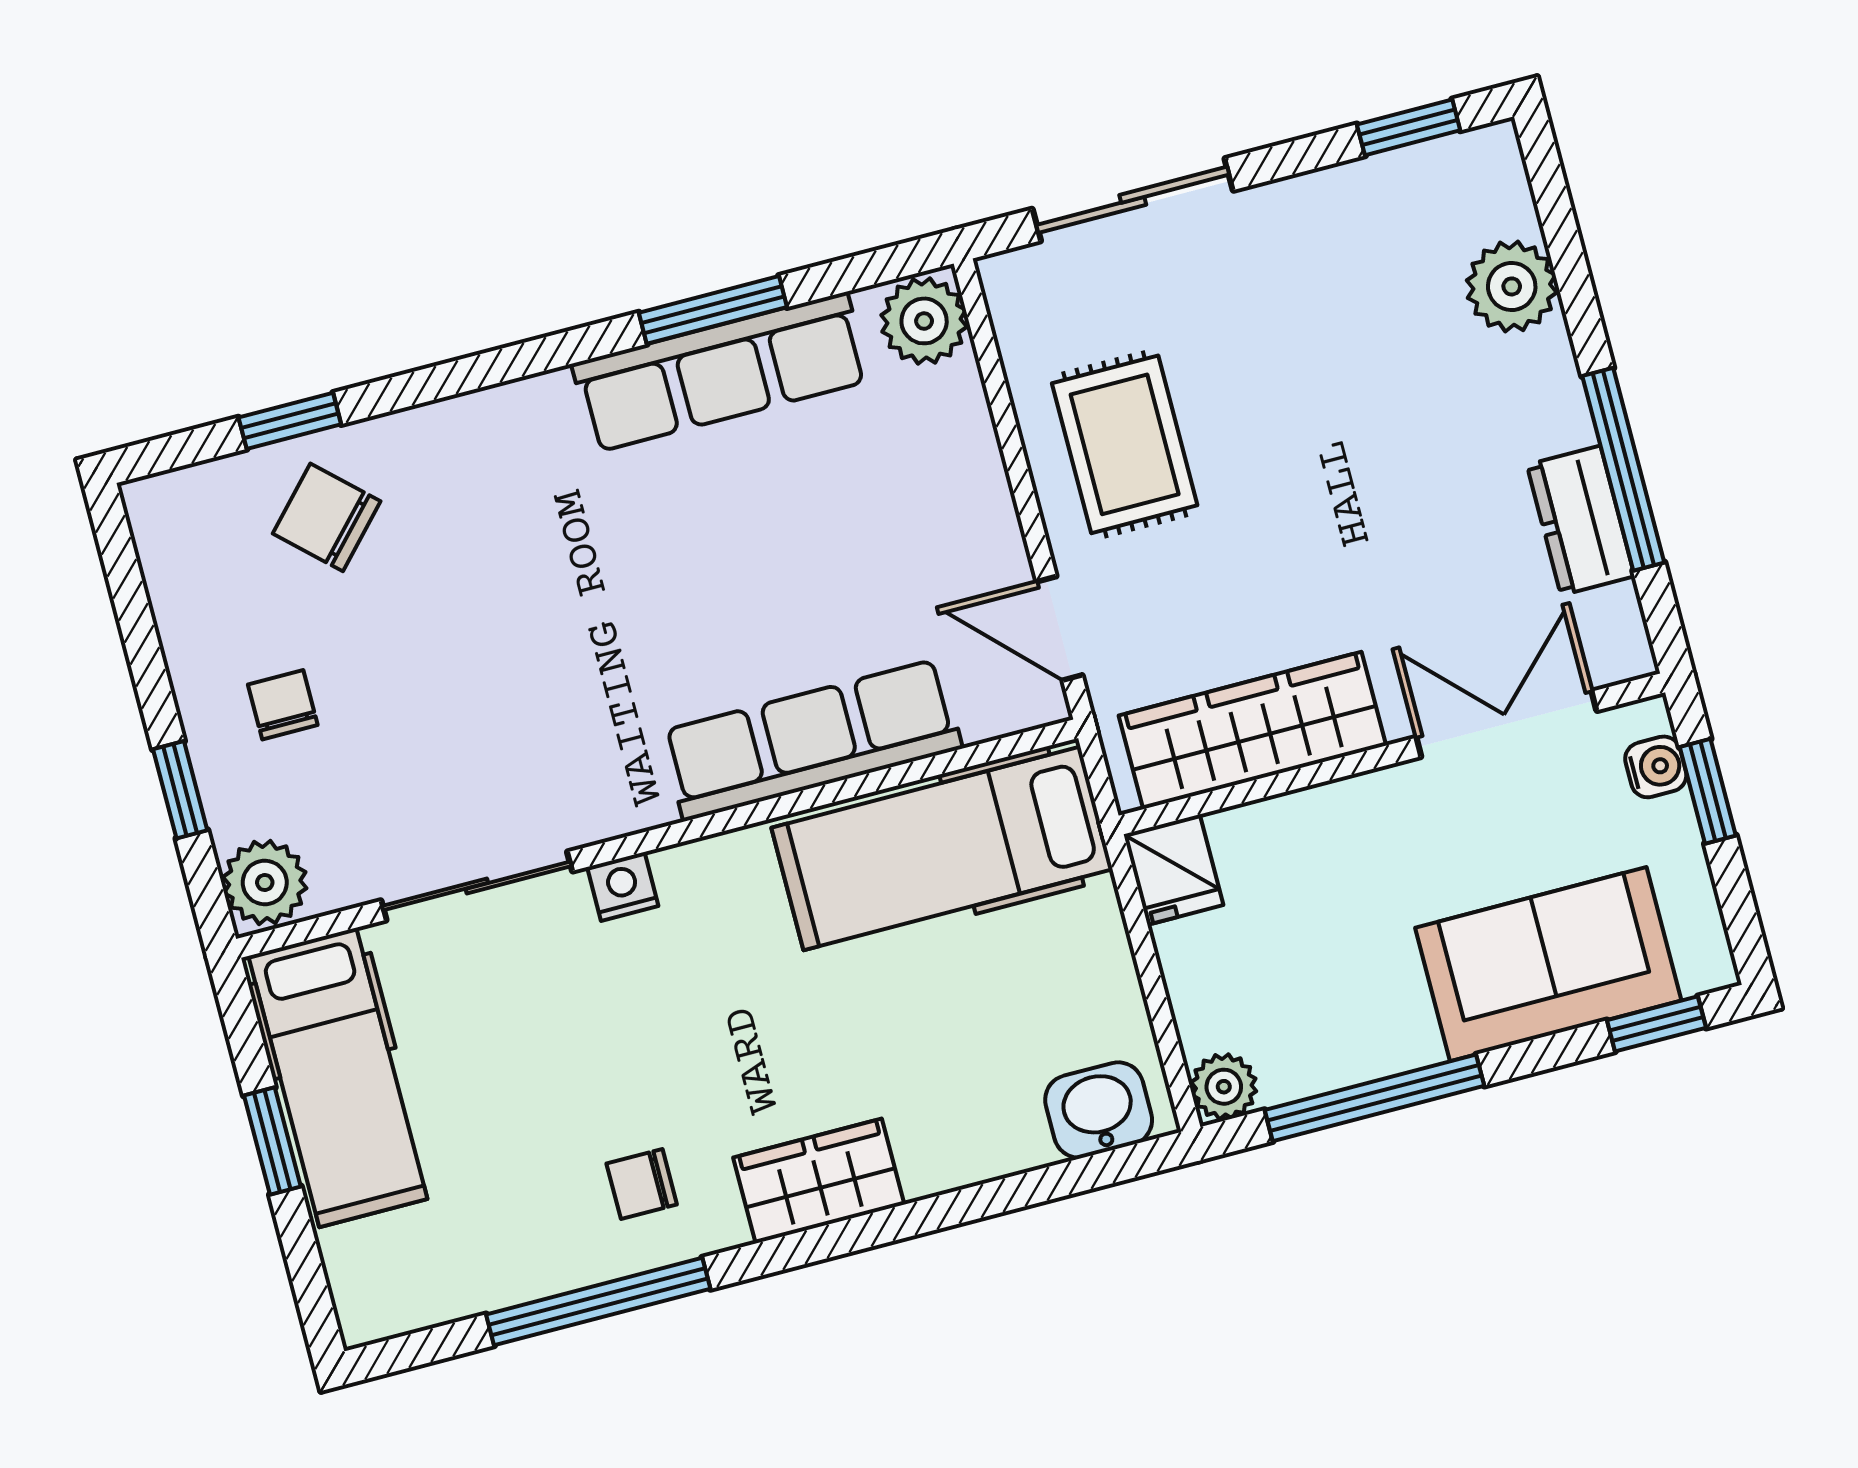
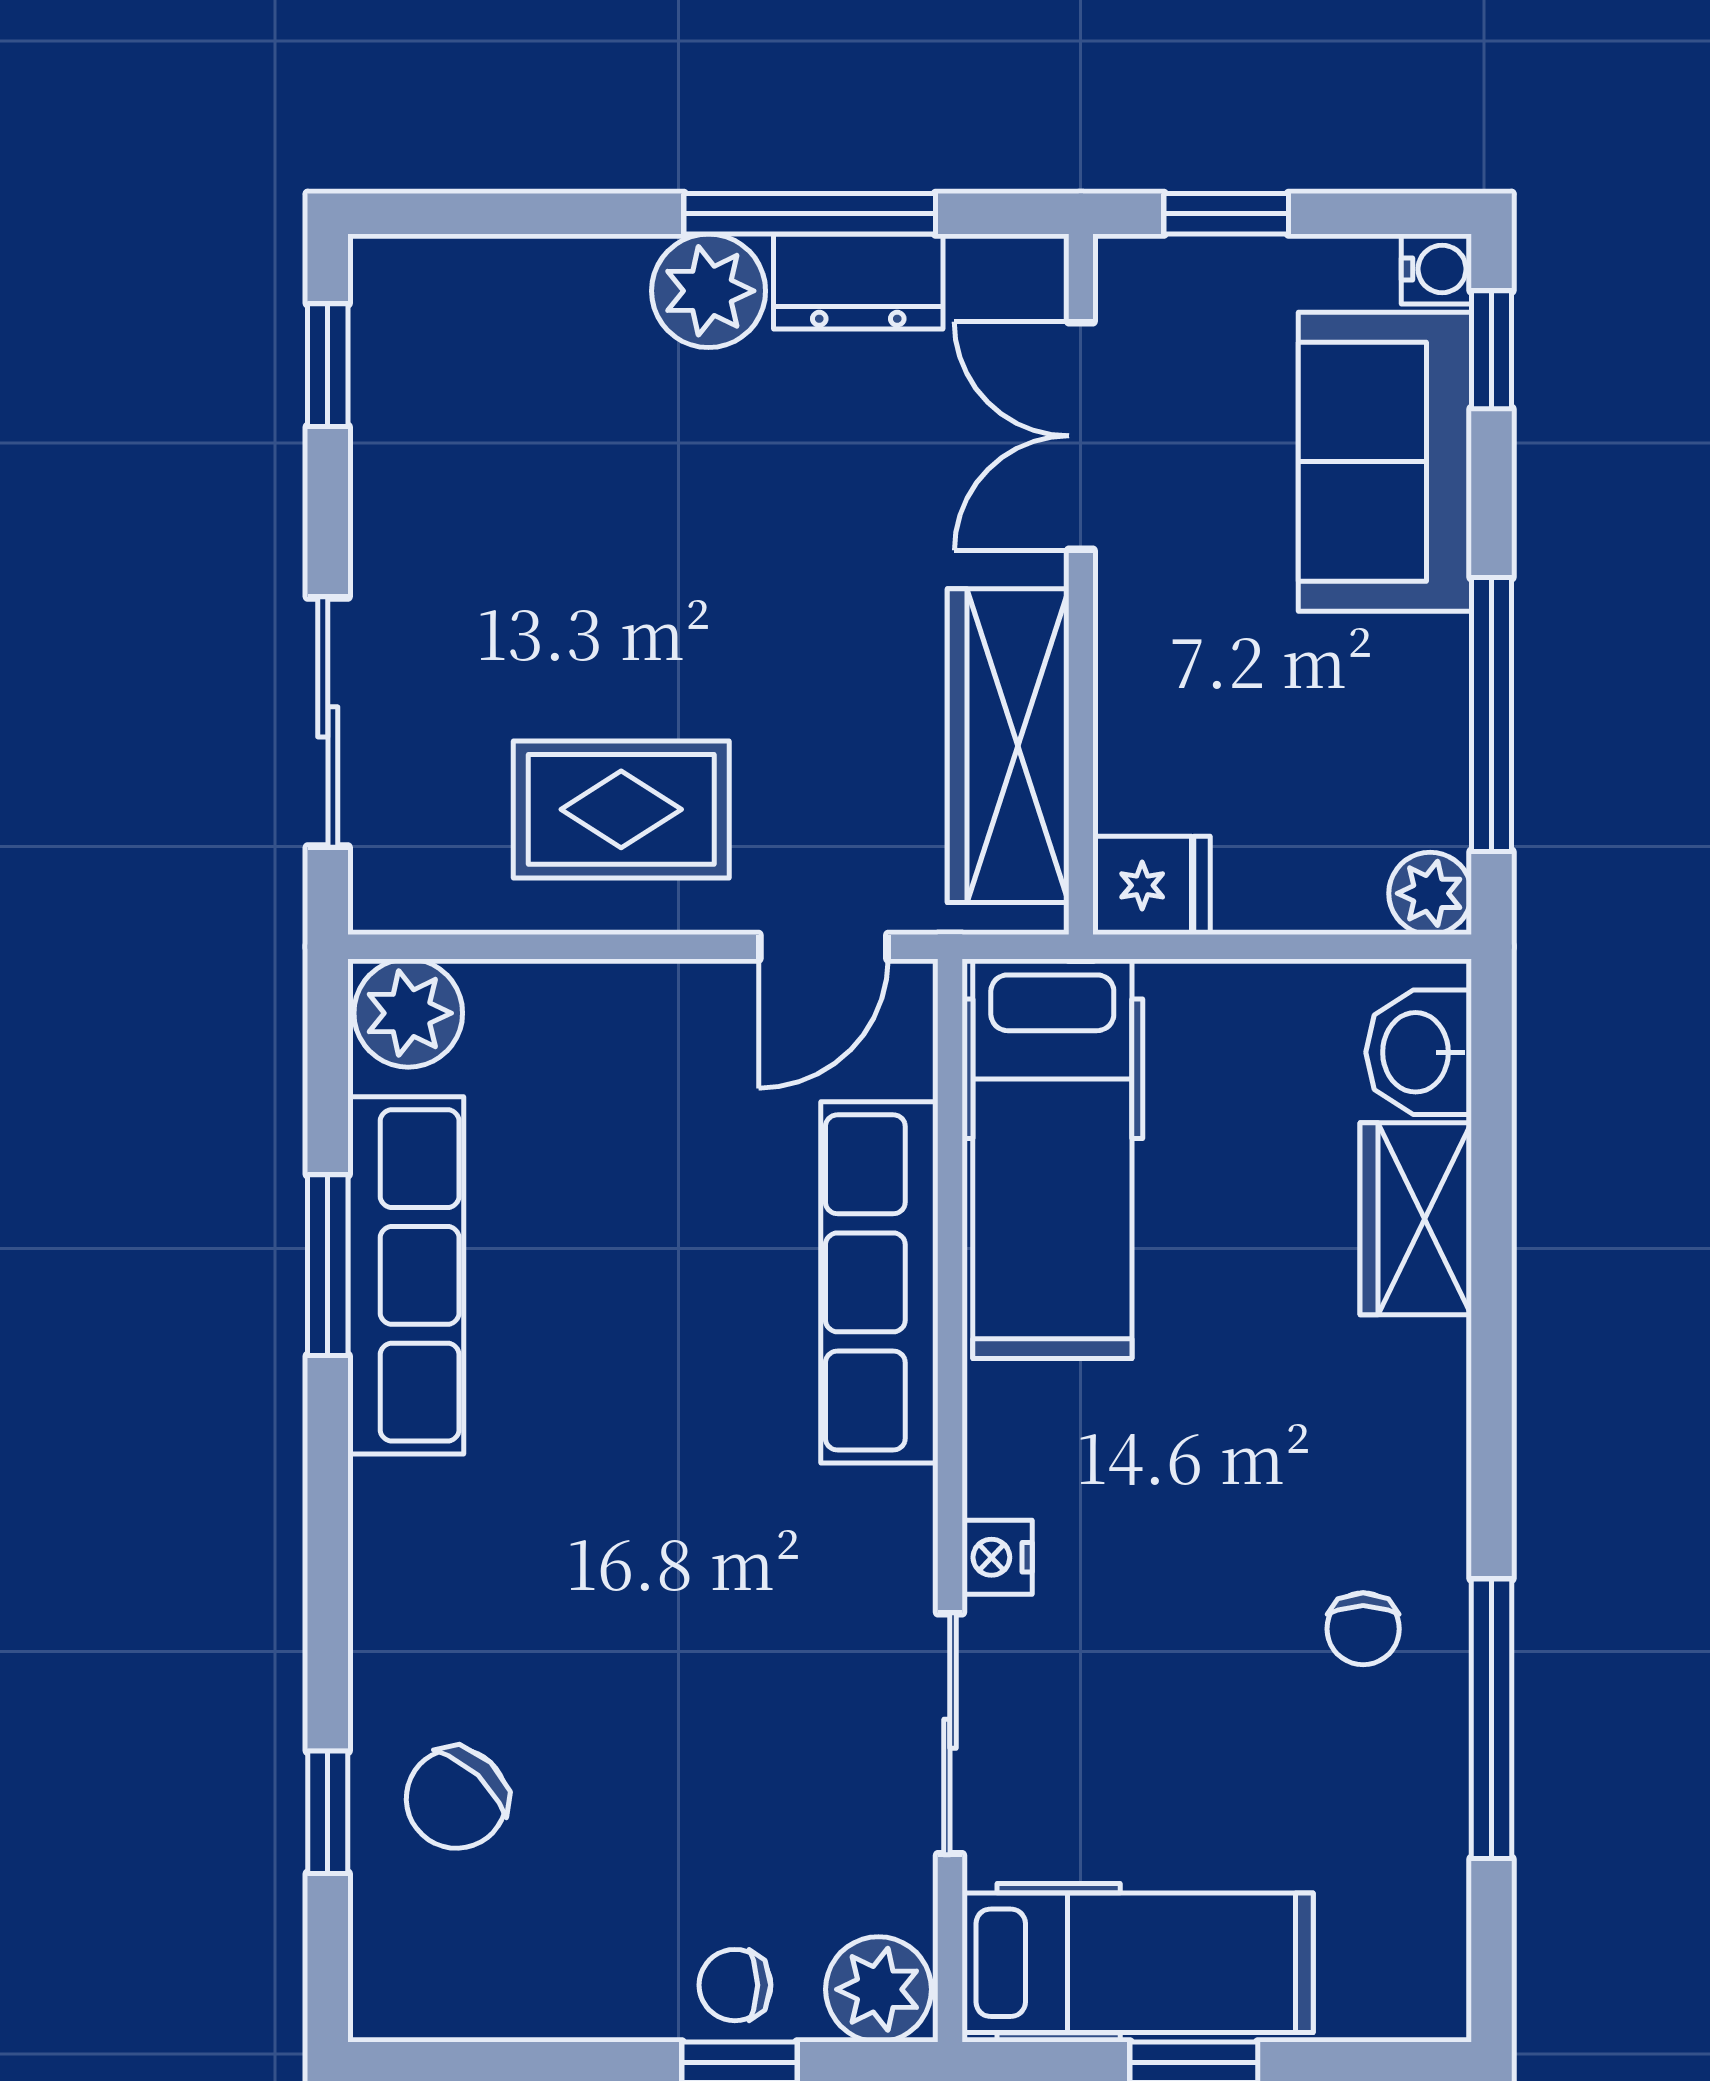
plant: (1512, 286) -> (709, 291), moved
chair: (283, 705) -> (735, 1985), moved
water cooler: (1656, 767) -> (1436, 269), moved, turned 90
wardrobe: (819, 1181) -> (1416, 1219), moved

